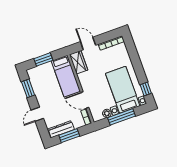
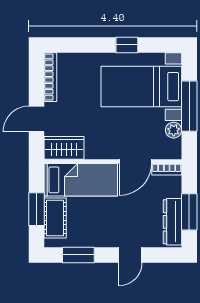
cot: (42, 70) -> (55, 218), added
window: (146, 89) -> (127, 45), moved
door: (37, 114) -> (130, 255), hinge flipped

